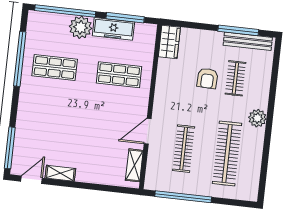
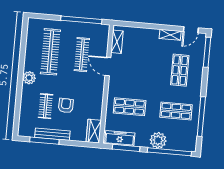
freezer: (113, 29) -> (120, 138), moved
bench: (248, 41) -> (52, 134), moved
shop shelf: (48, 124) -> (180, 70), added
door: (148, 131) -> (108, 67), swing flipped

